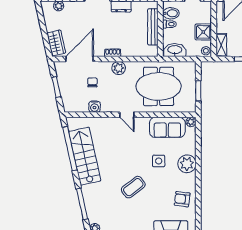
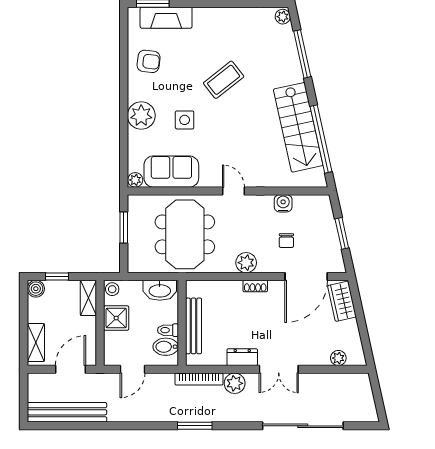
meeting table: (158, 86) -> (185, 234), turned 90

